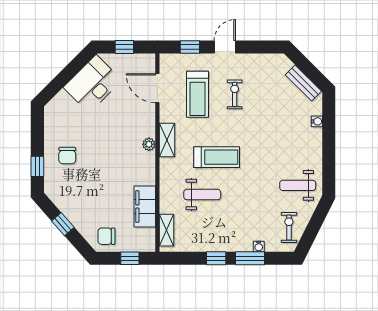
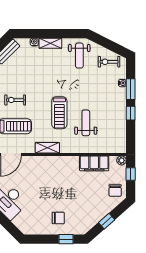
plant: (149, 144) -> (122, 160), moved
treadmill: (217, 157) -> (59, 113), turned 180
shelving: (167, 230) -> (50, 43), moved

